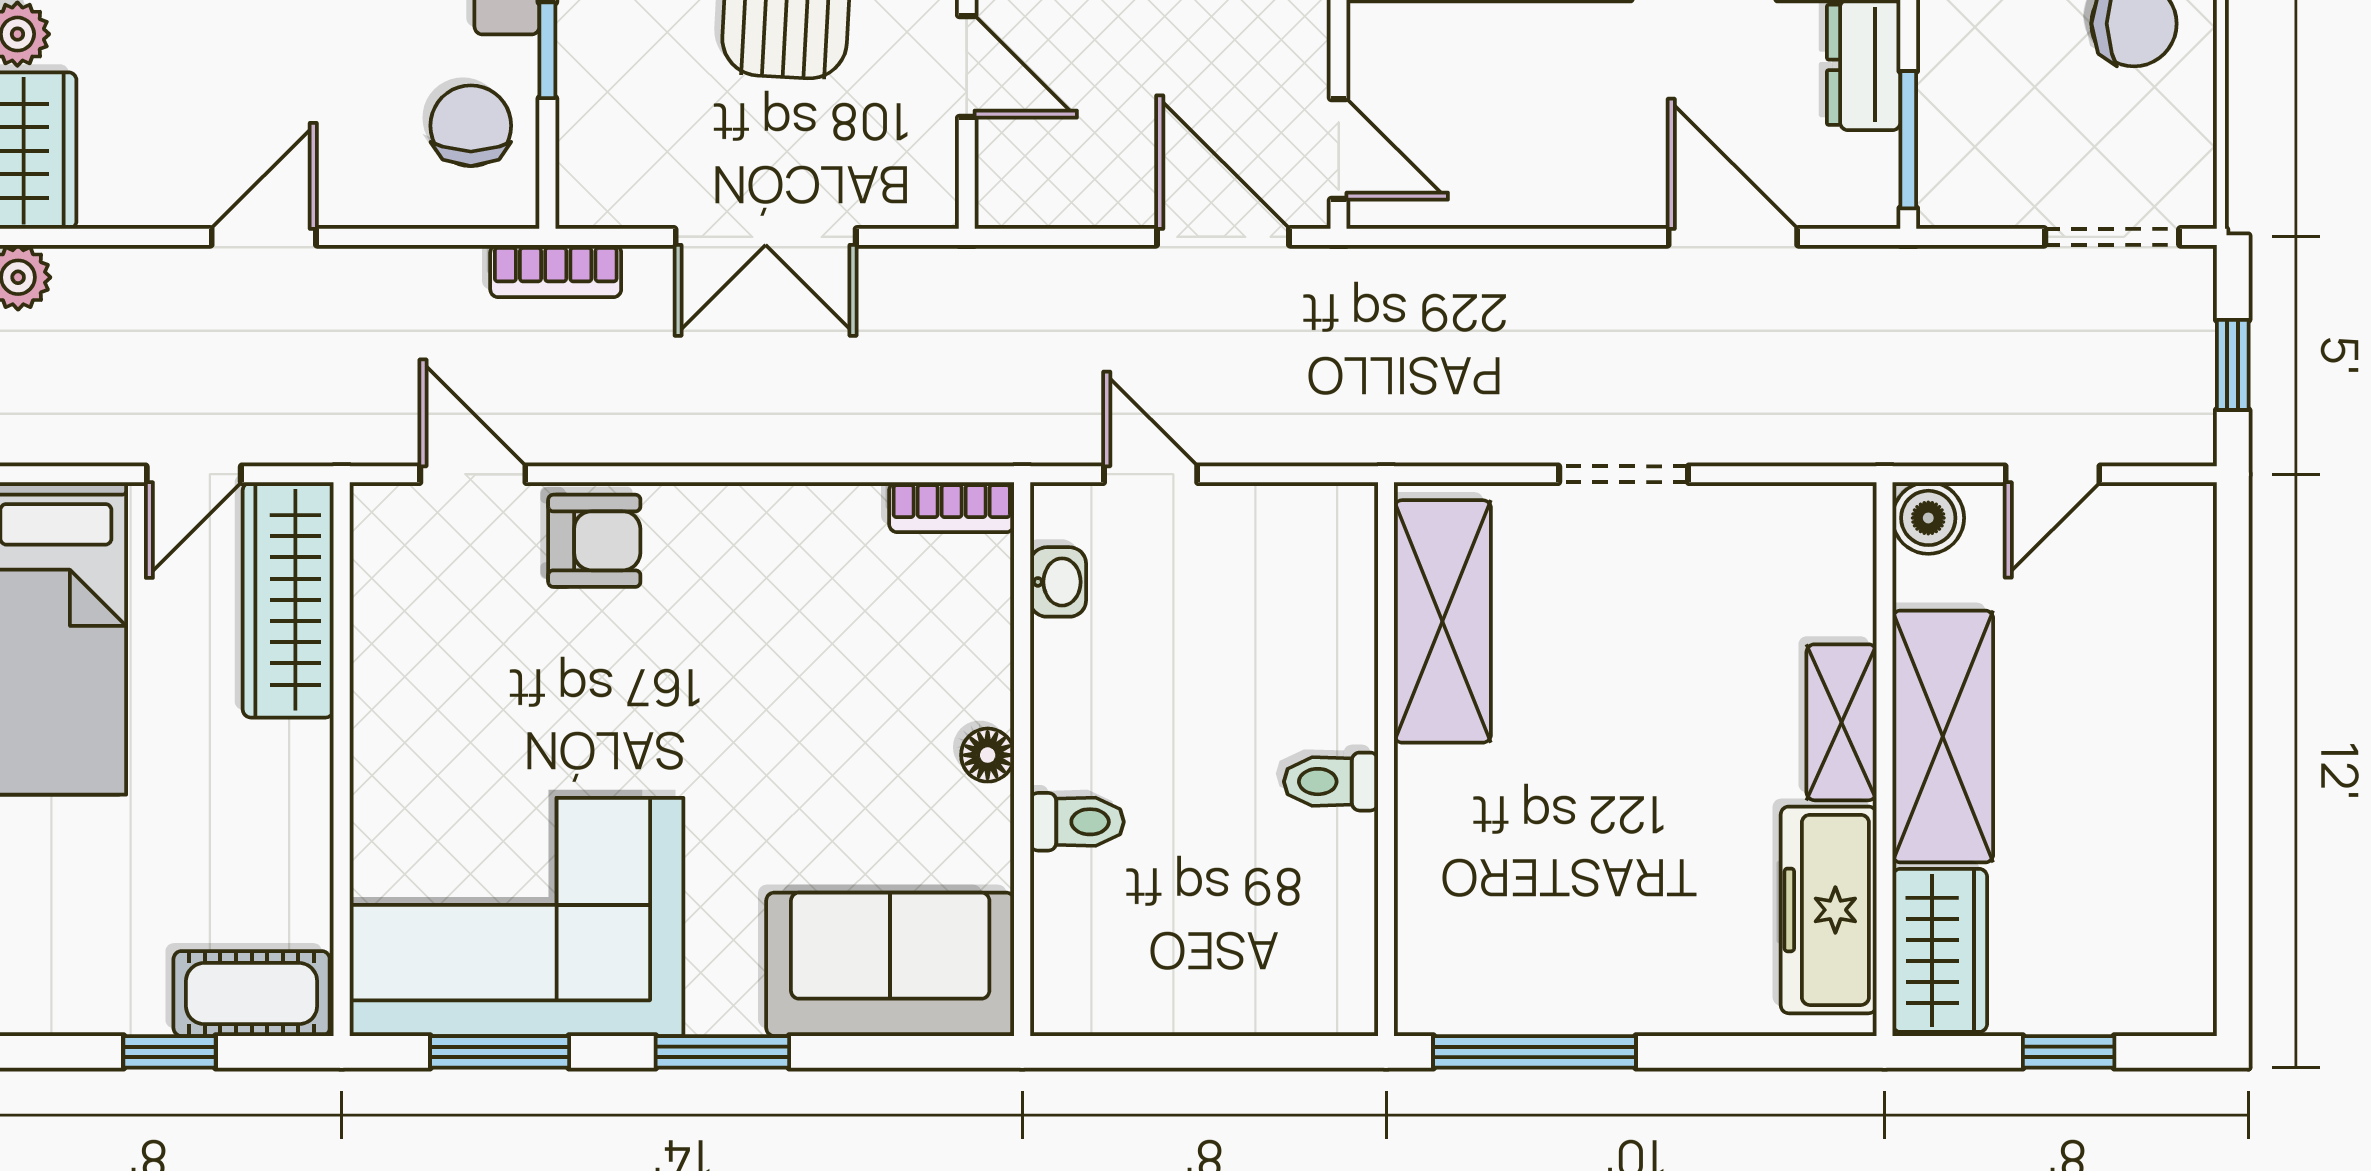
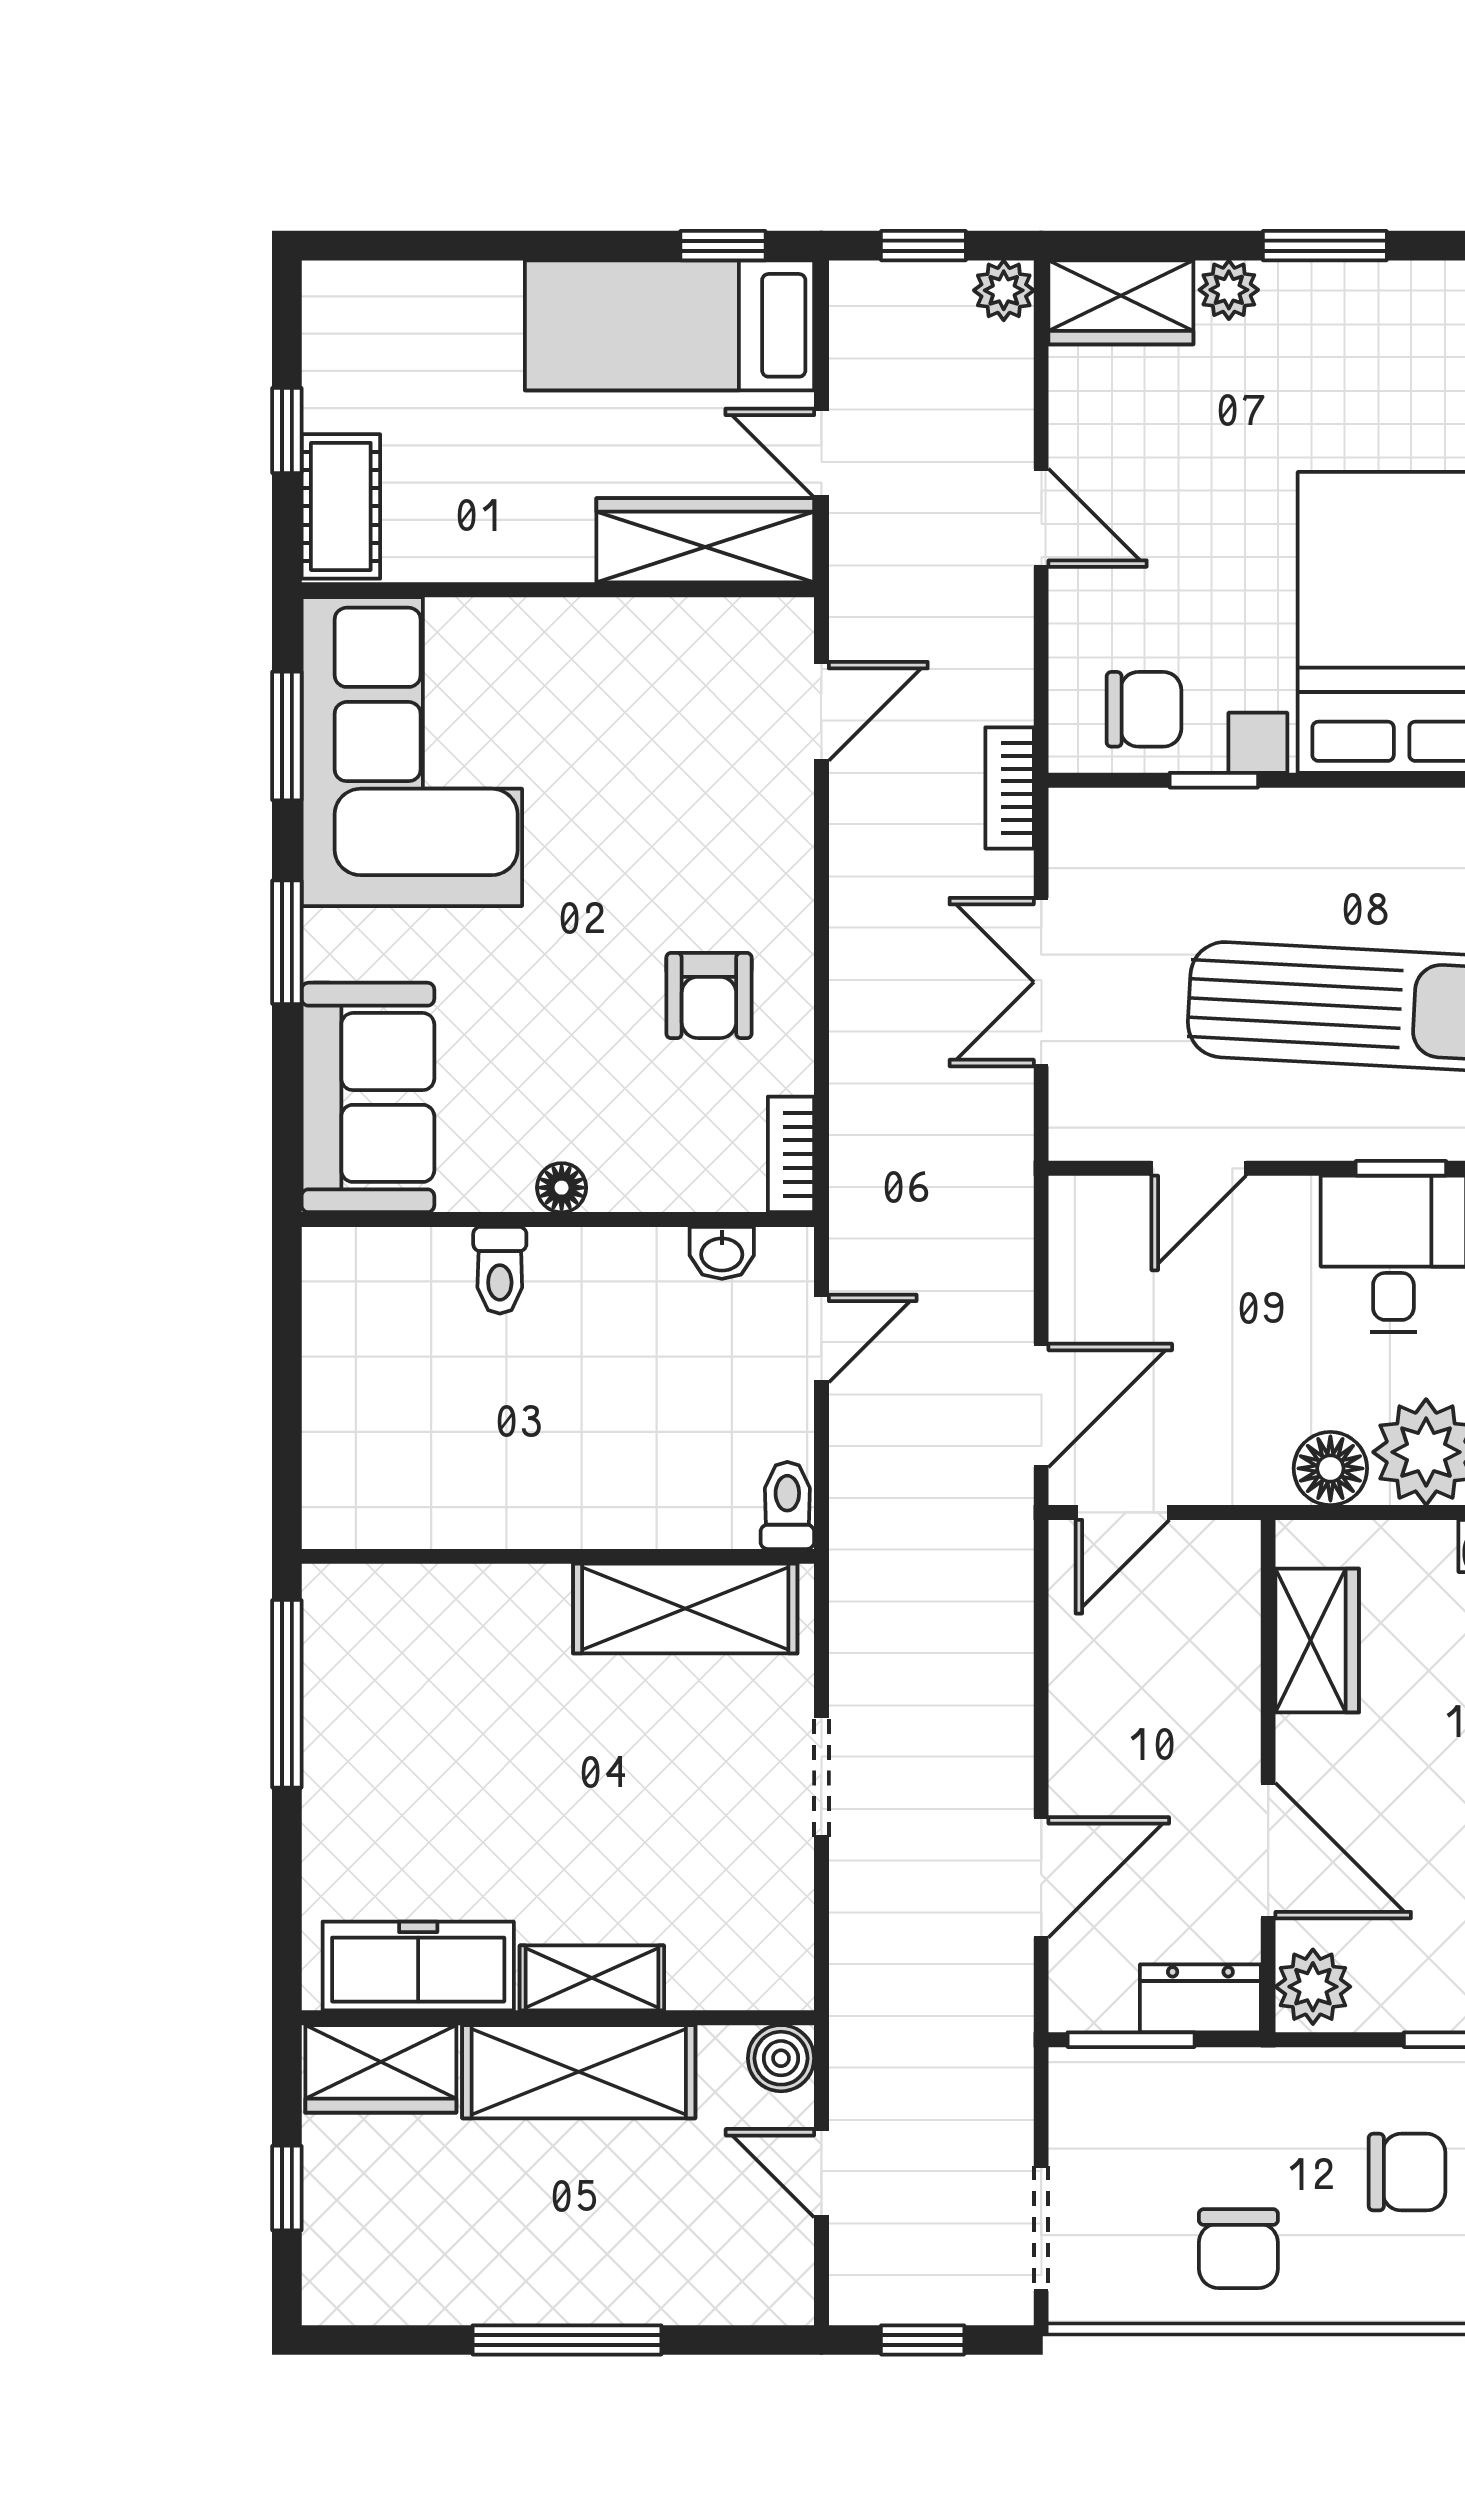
armchair: (594, 541) -> (709, 996), moved
window: (2233, 749) -> (567, 2340), added
toilet: (1331, 782) -> (787, 1505), moved

